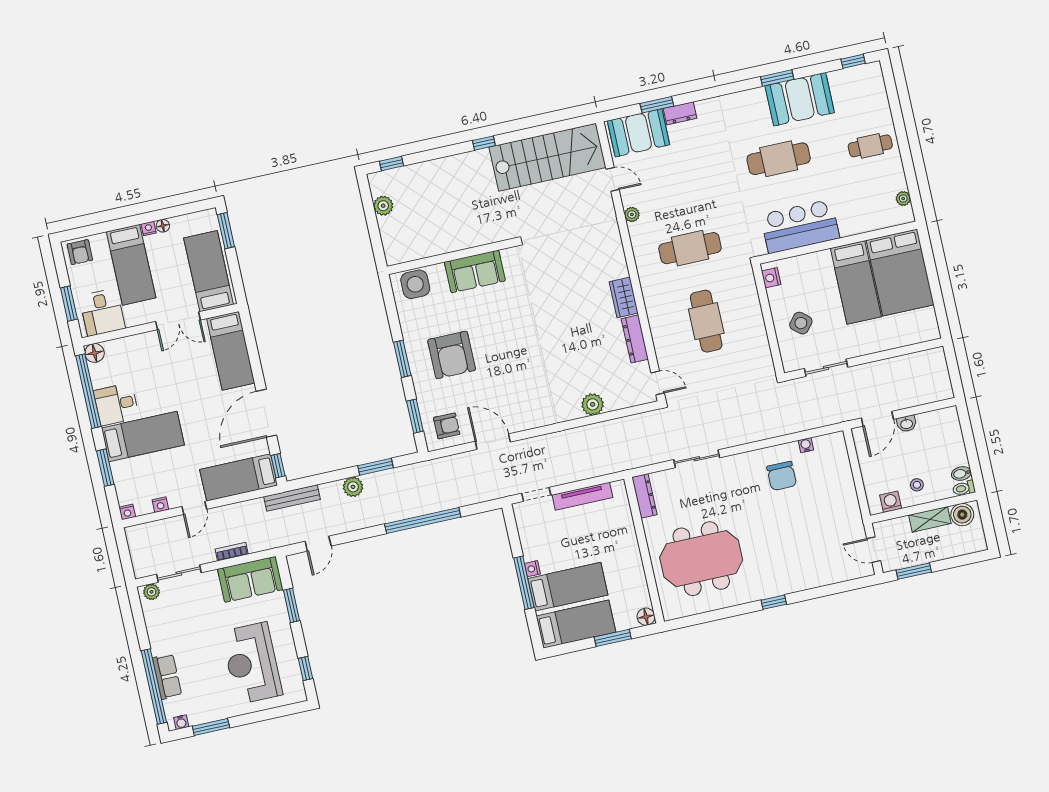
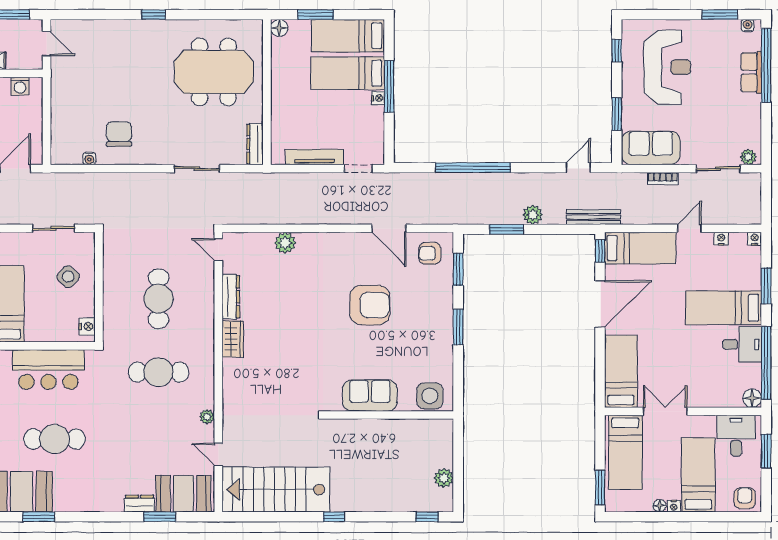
armchair: (452, 355) -> (370, 305), moved, turned 90

